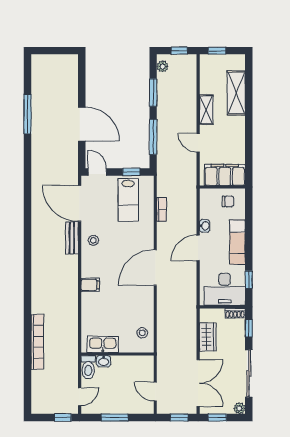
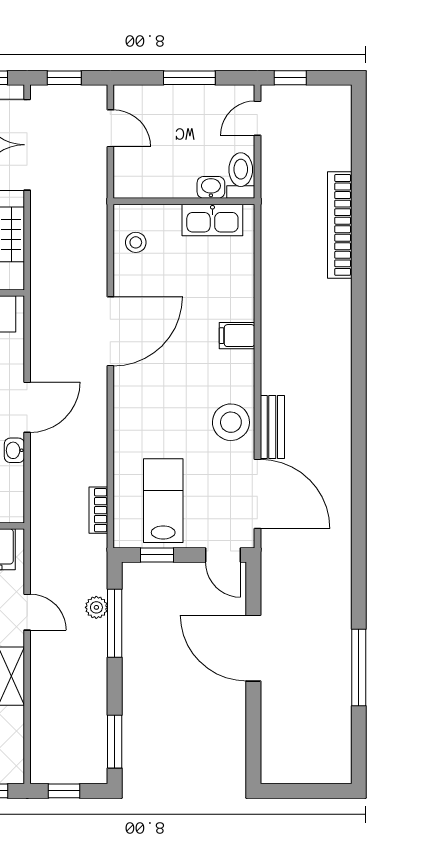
plant: (163, 66) -> (96, 607), moved
window: (153, 93) -> (115, 742), moved
bookcase: (162, 209) -> (98, 510), moved
stool: (93, 240) -> (231, 422), width x1.89, depth x1.89
door: (155, 267) -> (110, 331), moved

